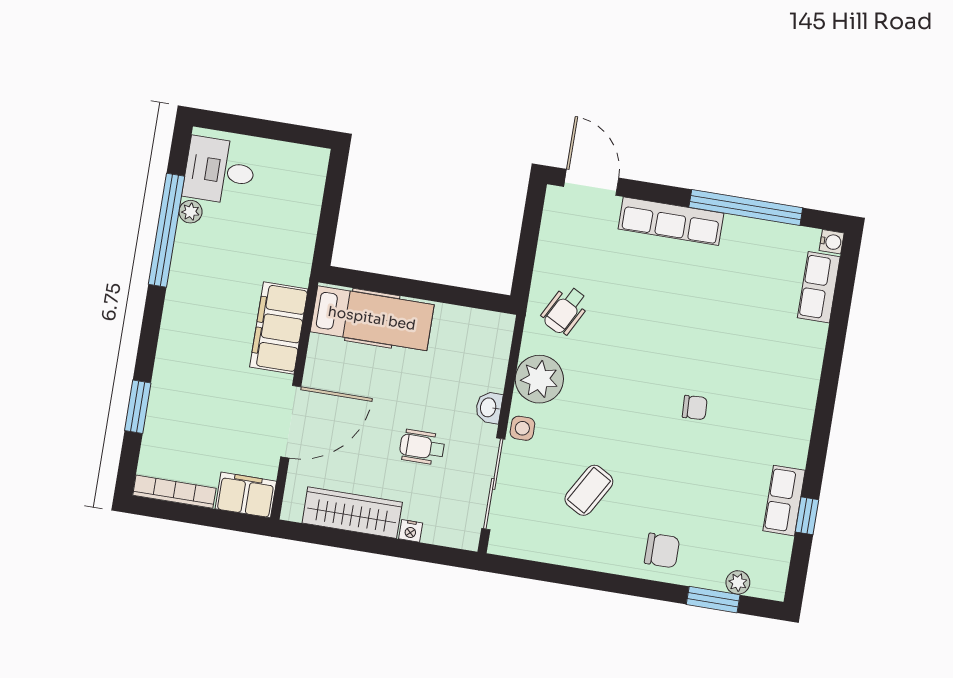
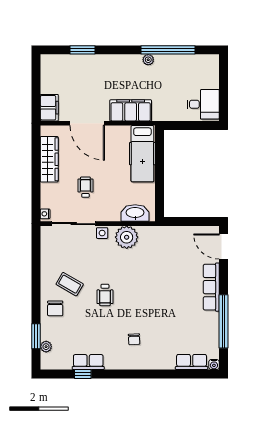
desk: (220, 171) -> (203, 104), moved, turned 90
door: (591, 182) -> (224, 246), swing flipped
plant: (191, 212) -> (148, 60), moved
wheelchair: (565, 310) -> (105, 295), moved, turned -118
washbasin: (489, 407) -> (135, 213), moved, width x1.91, depth x1.45
chair: (695, 408) -> (134, 339), moved
coffee table: (589, 490) -> (70, 284), moved
bookcase: (174, 492) -> (45, 74), removed
nightstand: (411, 531) -> (45, 214), moved

